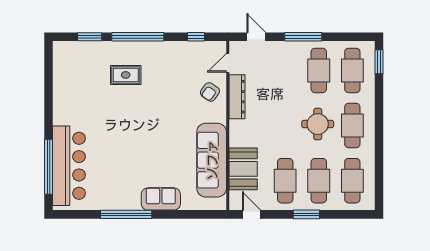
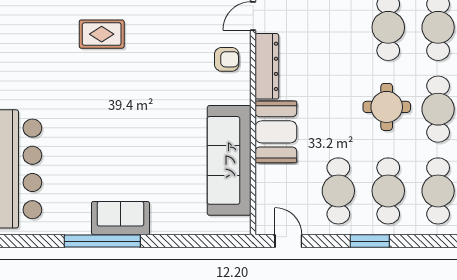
armchair: (210, 92) -> (227, 59), turned -125
booth: (243, 169) -> (276, 132), moved
sofa: (161, 199) -> (120, 218), moved

